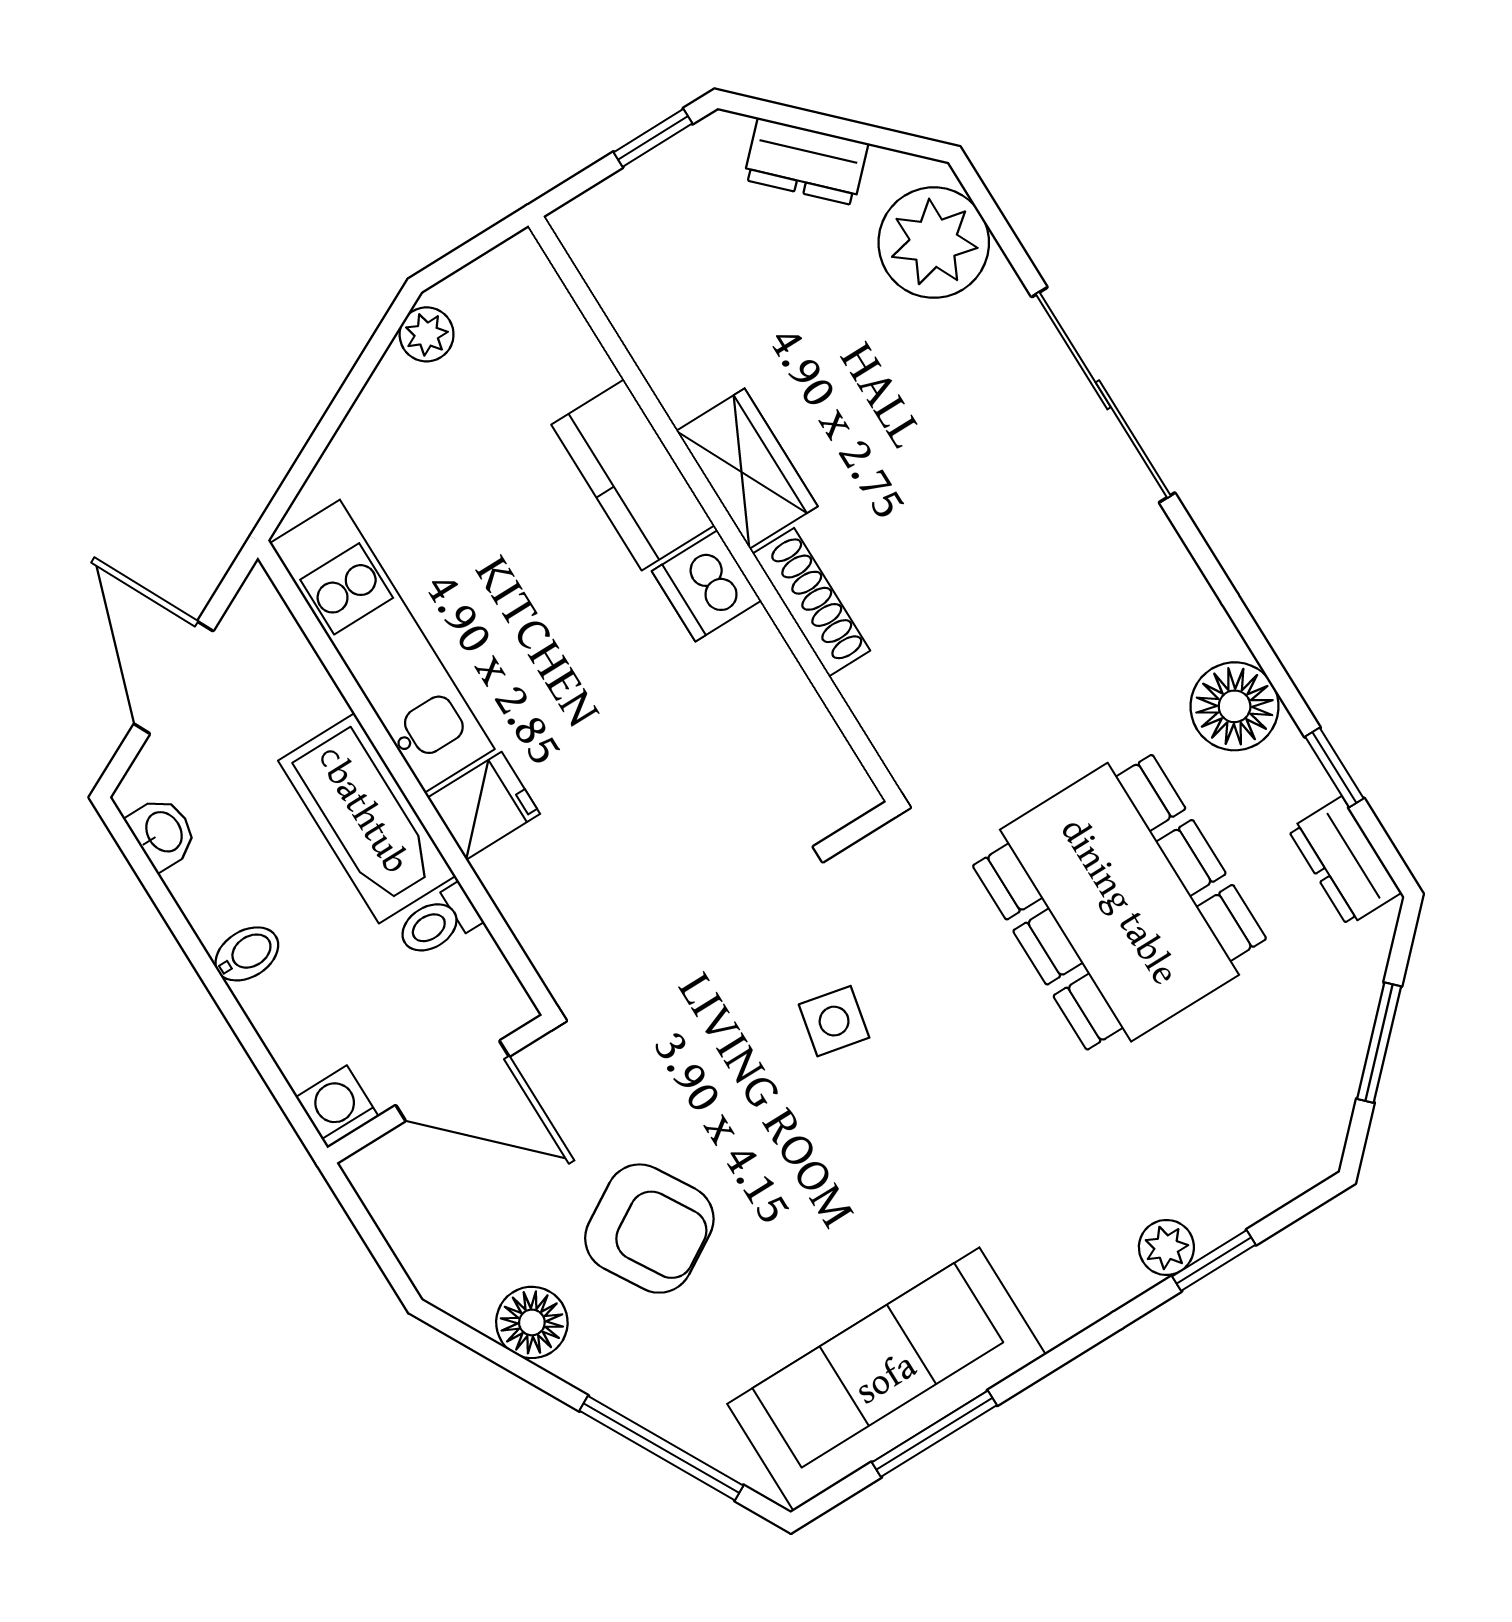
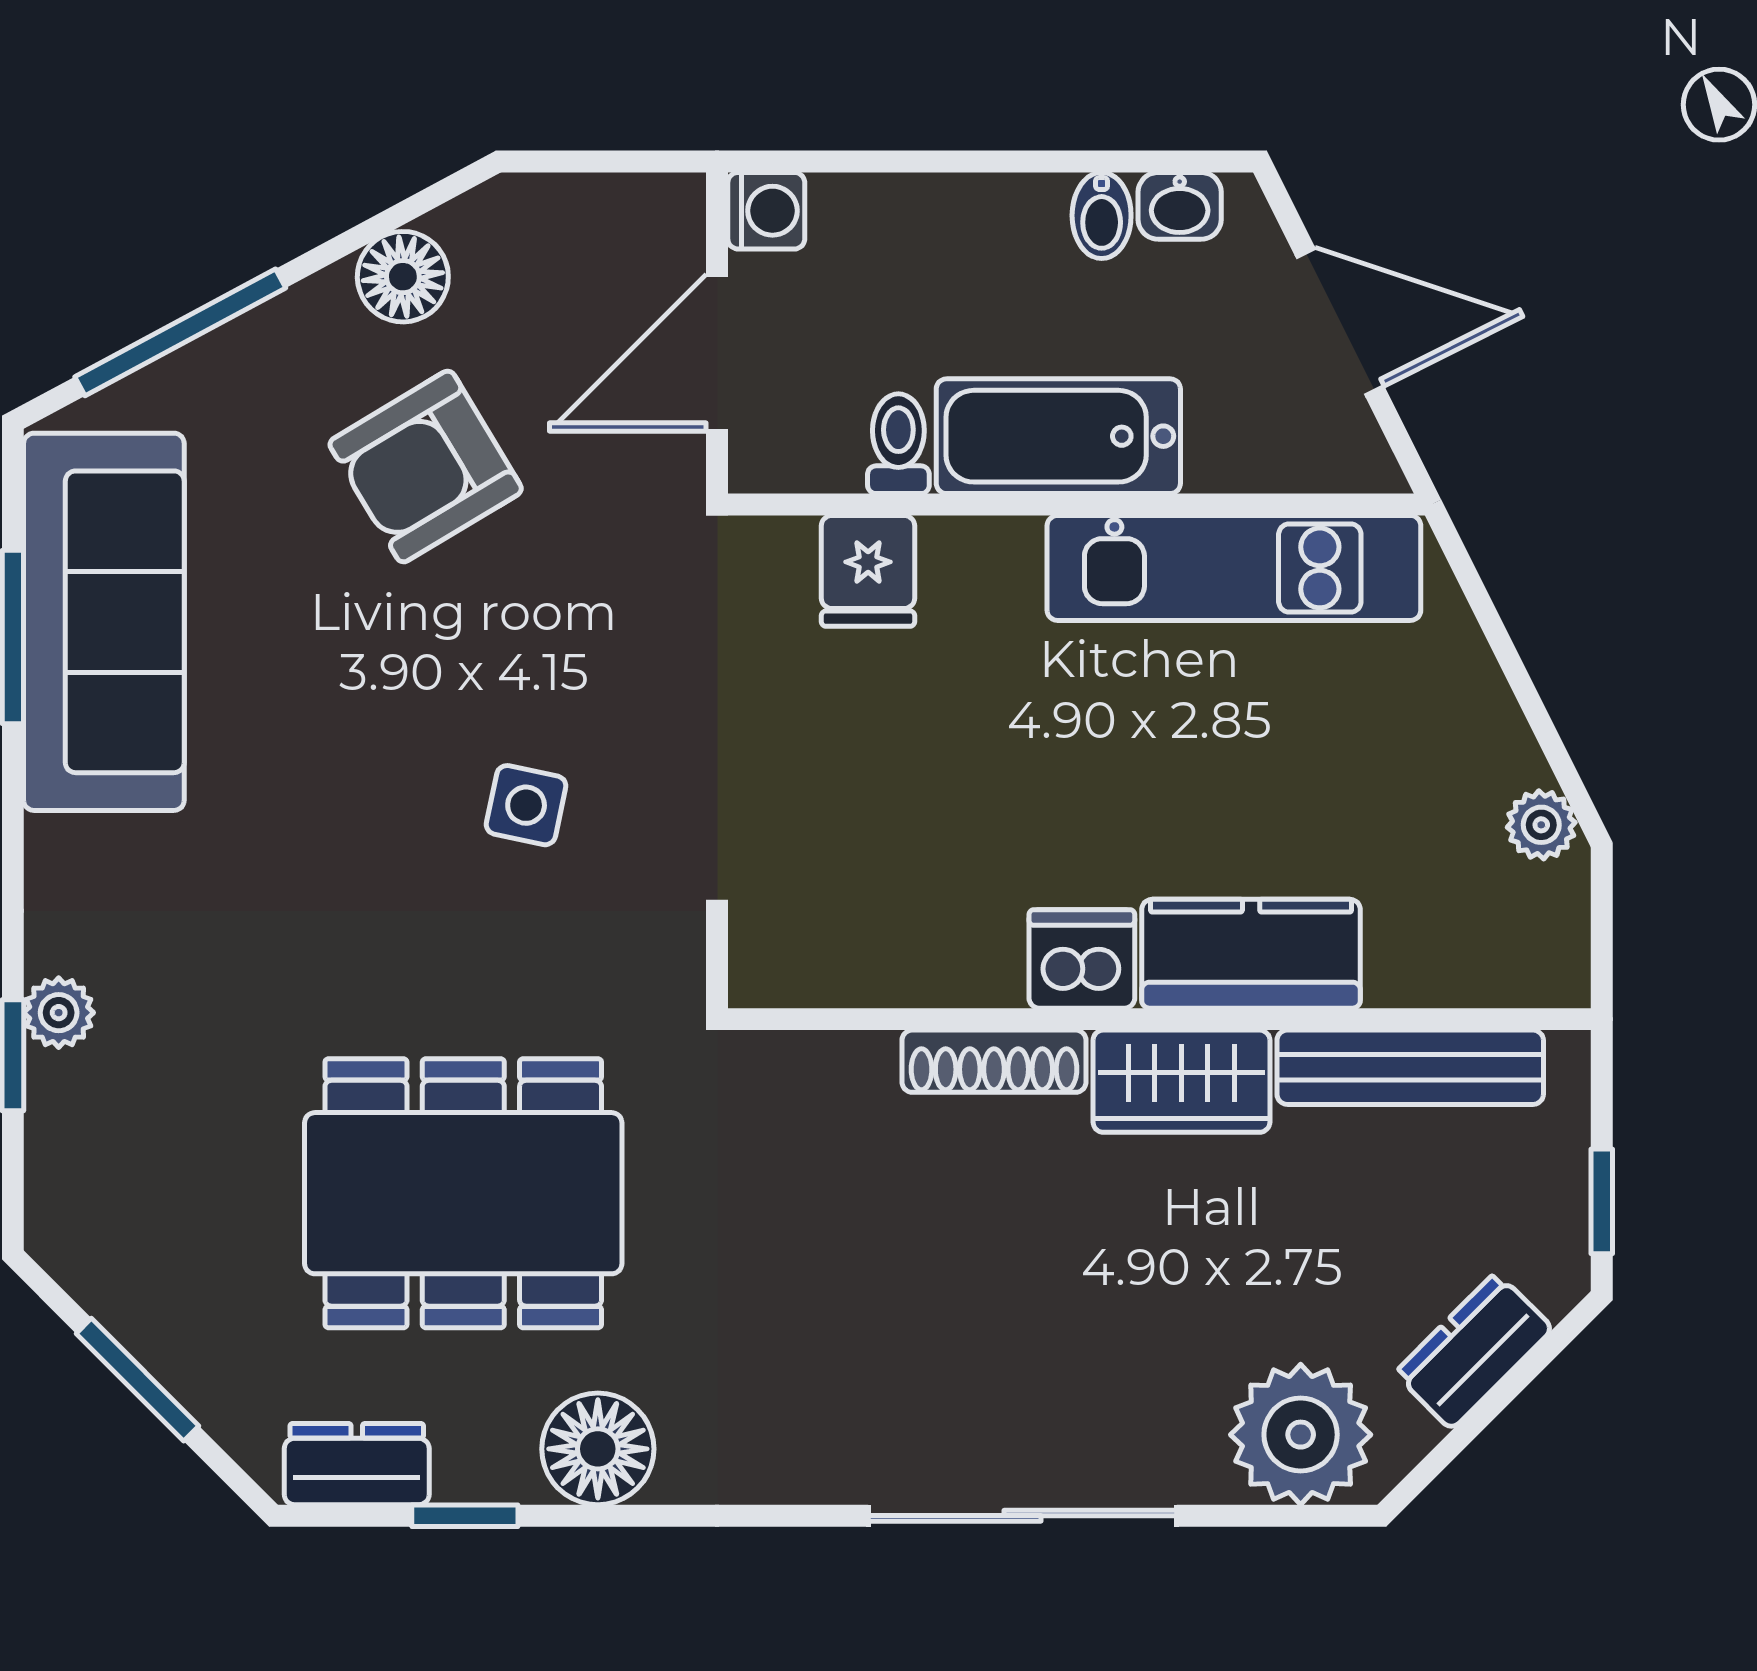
bench: (643, 322) -> (1410, 1067), added
fridge: (484, 806) -> (868, 571), moved
bidet: (247, 954) -> (1102, 215), moved

